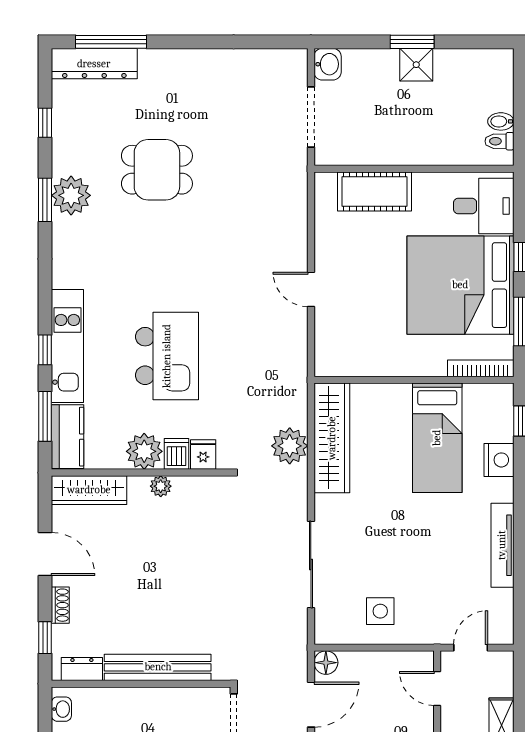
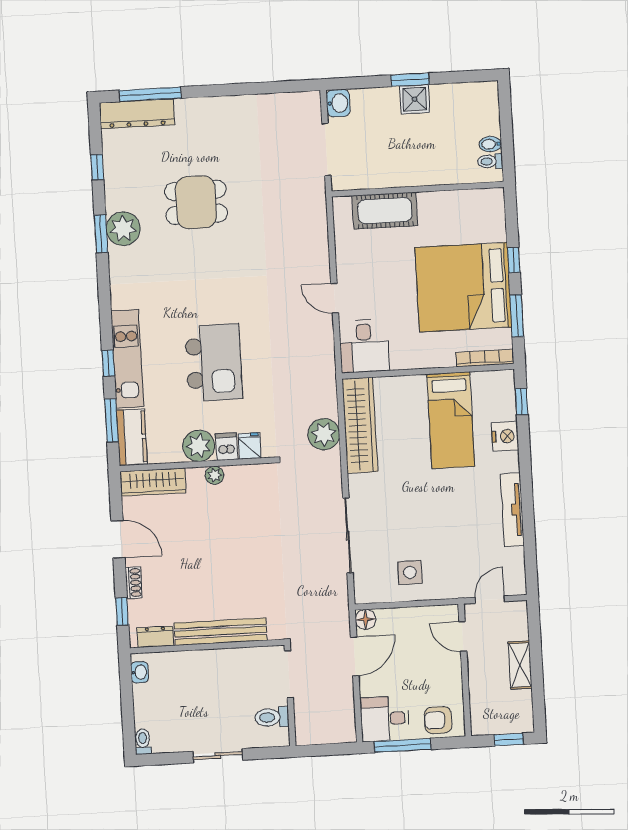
desk: (484, 206) -> (364, 346), moved, turned 90

